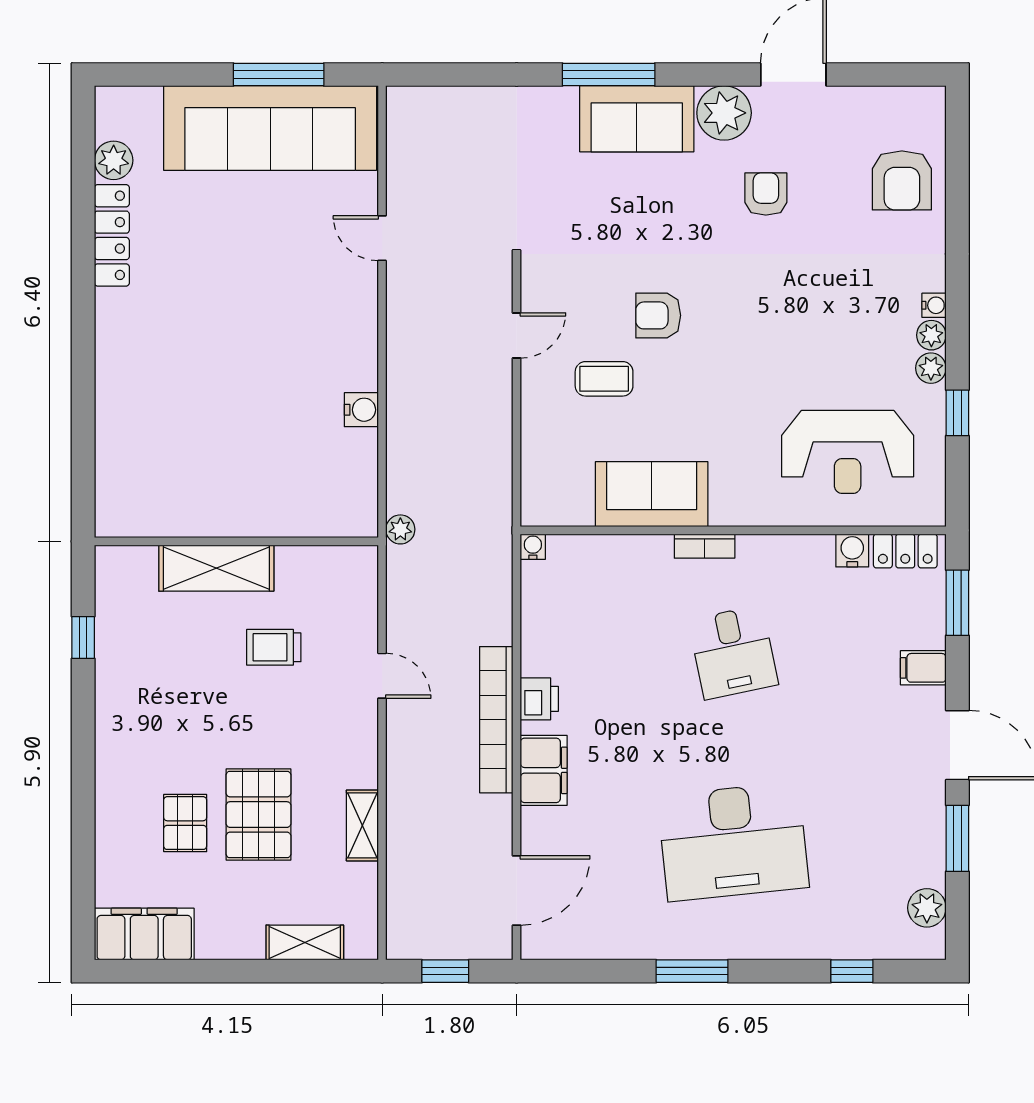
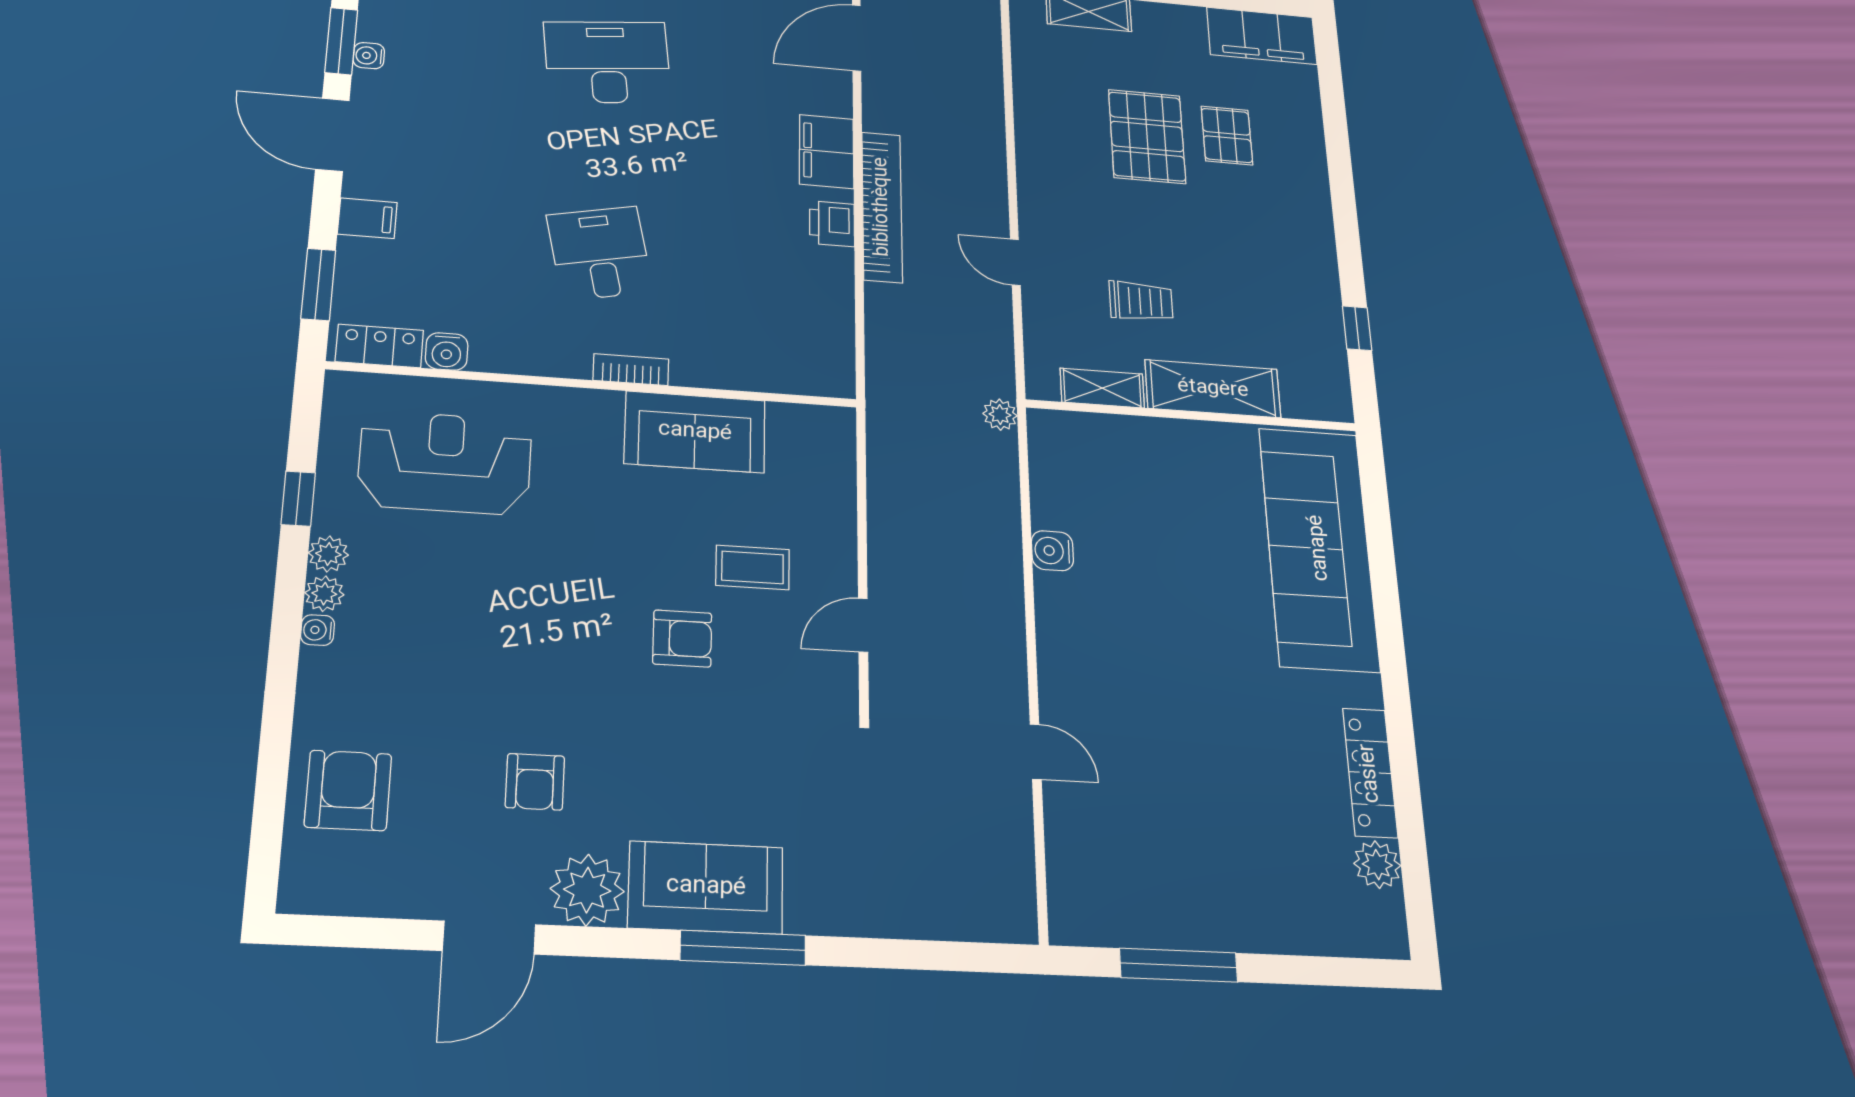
sofa: (270, 128) -> (1319, 548), moved, turned -90
water cooler: (533, 547) -> (369, 56), moved, turned 90
shelving: (362, 825) -> (1102, 388), moved, turned 90
desk: (733, 842) -> (607, 62), width x0.73, depth x0.77

